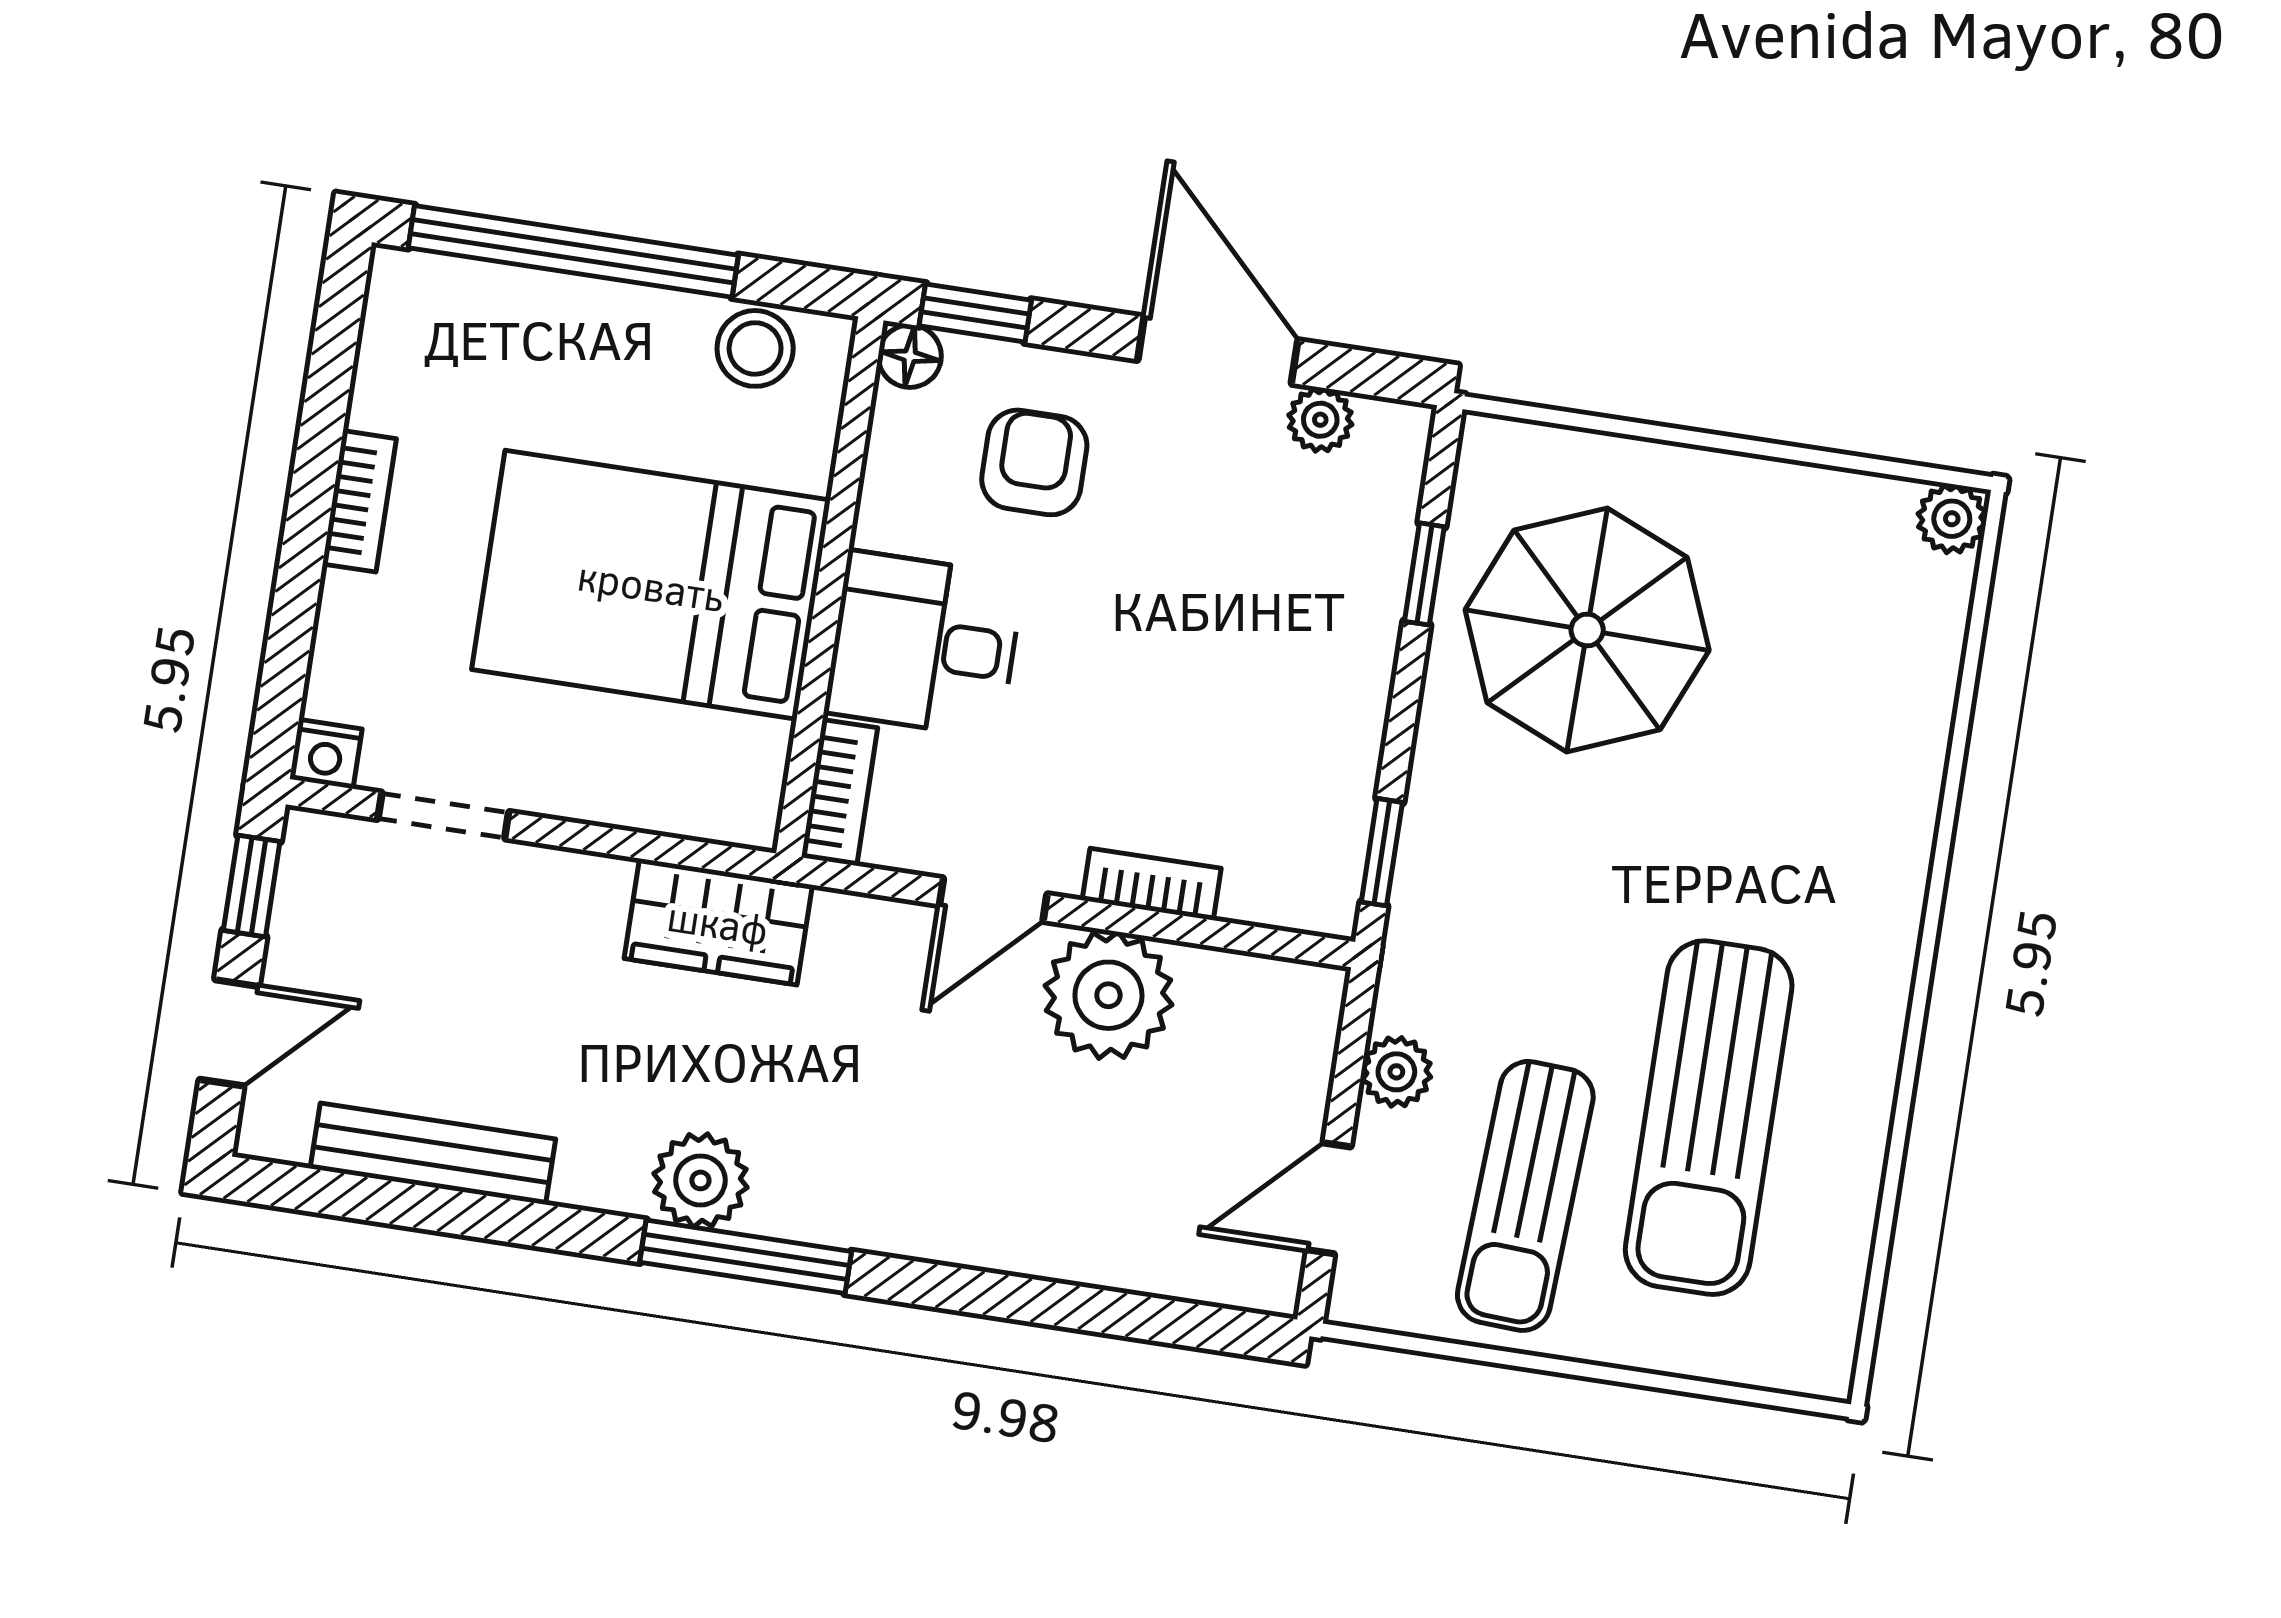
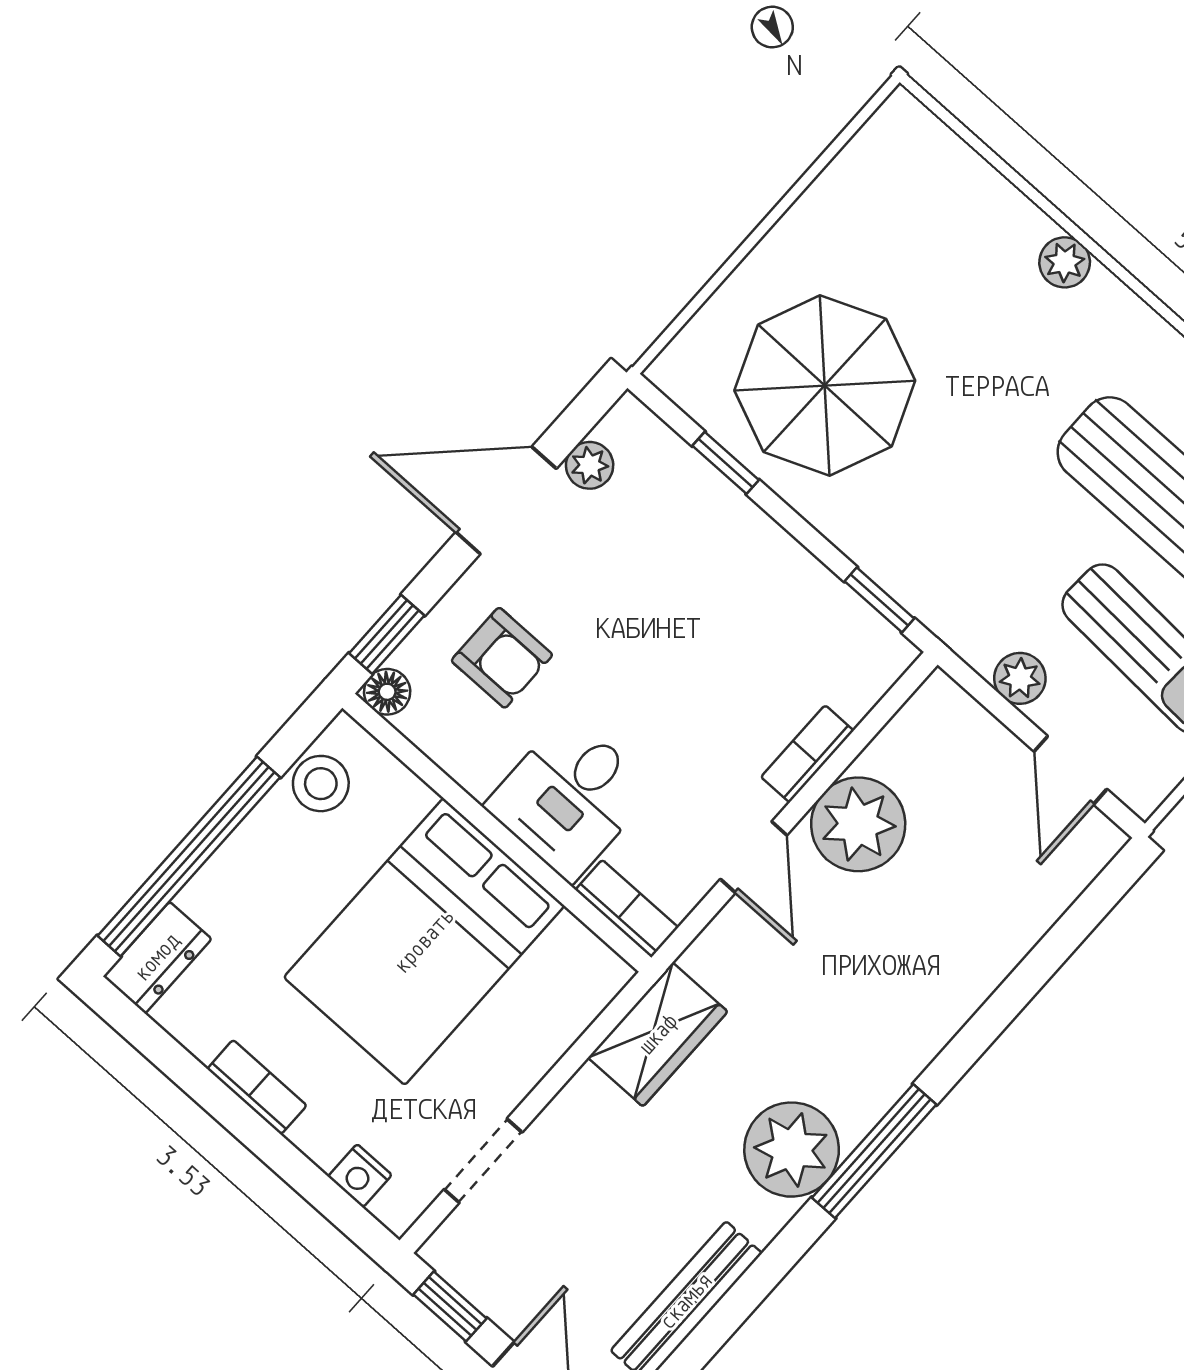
dresser: (434, 291) -> (157, 958), added
armchair: (1034, 462) -> (502, 658), turned 180
plant: (1952, 519) -> (1065, 262), moved
nightstand: (326, 754) -> (360, 1176), moved, turned 90
plant: (700, 1180) -> (792, 1150), width x1.36, depth x1.36

